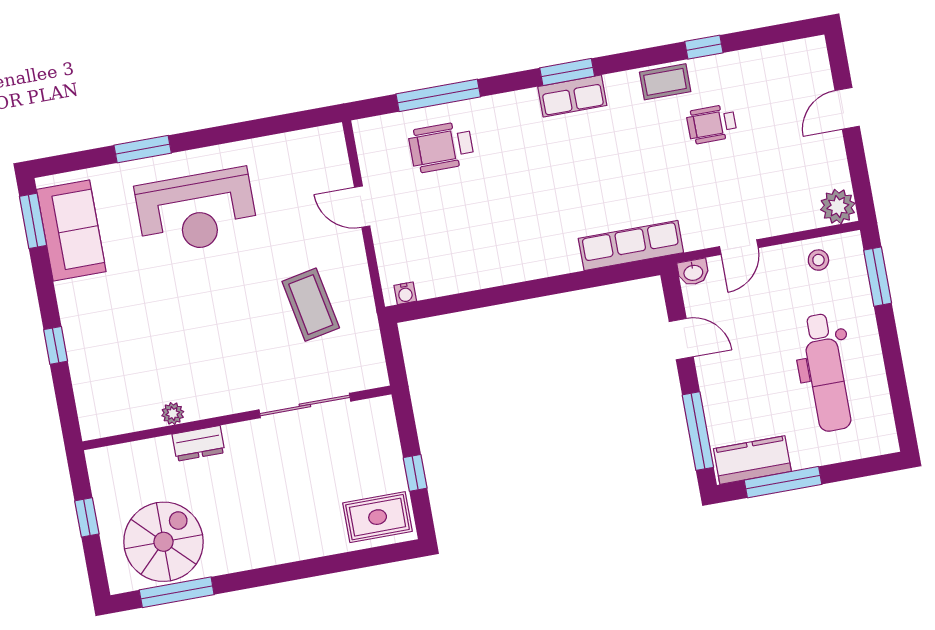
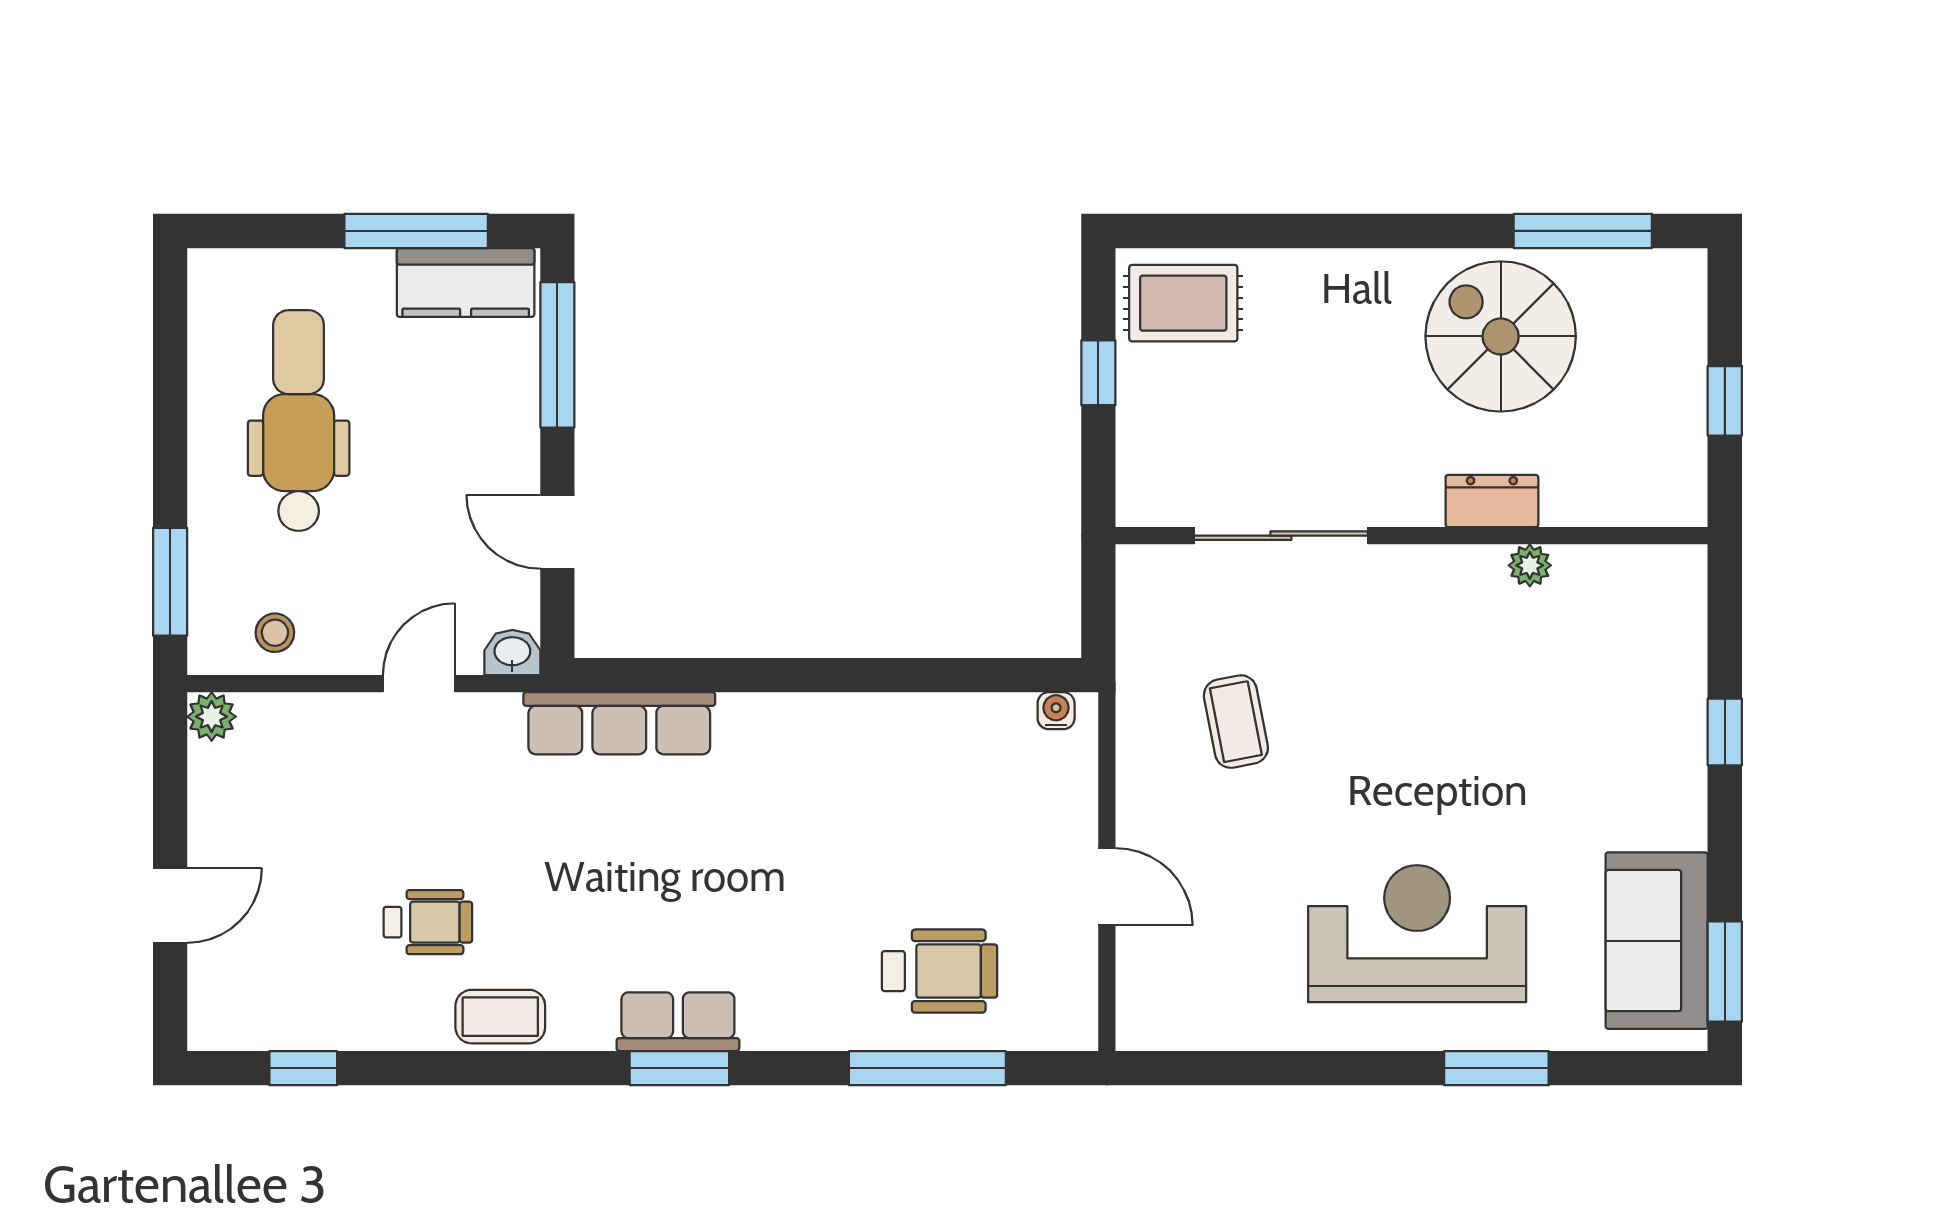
window: (704, 47) -> (303, 1068), moved
plant: (838, 207) -> (212, 717), width x0.73, depth x0.73
coffee table: (311, 305) -> (1236, 722), width x0.73, depth x0.77
spiral stairs: (163, 542) -> (1501, 336), moved, turned 90

